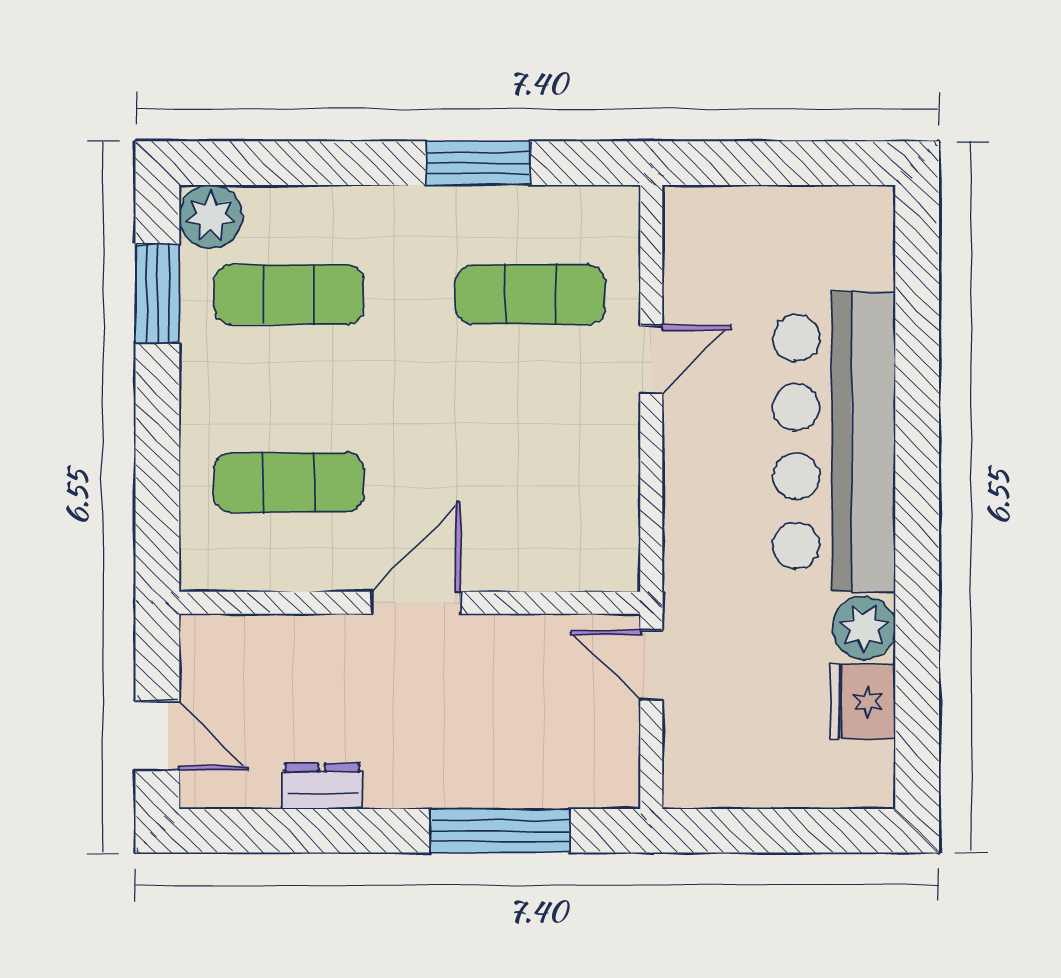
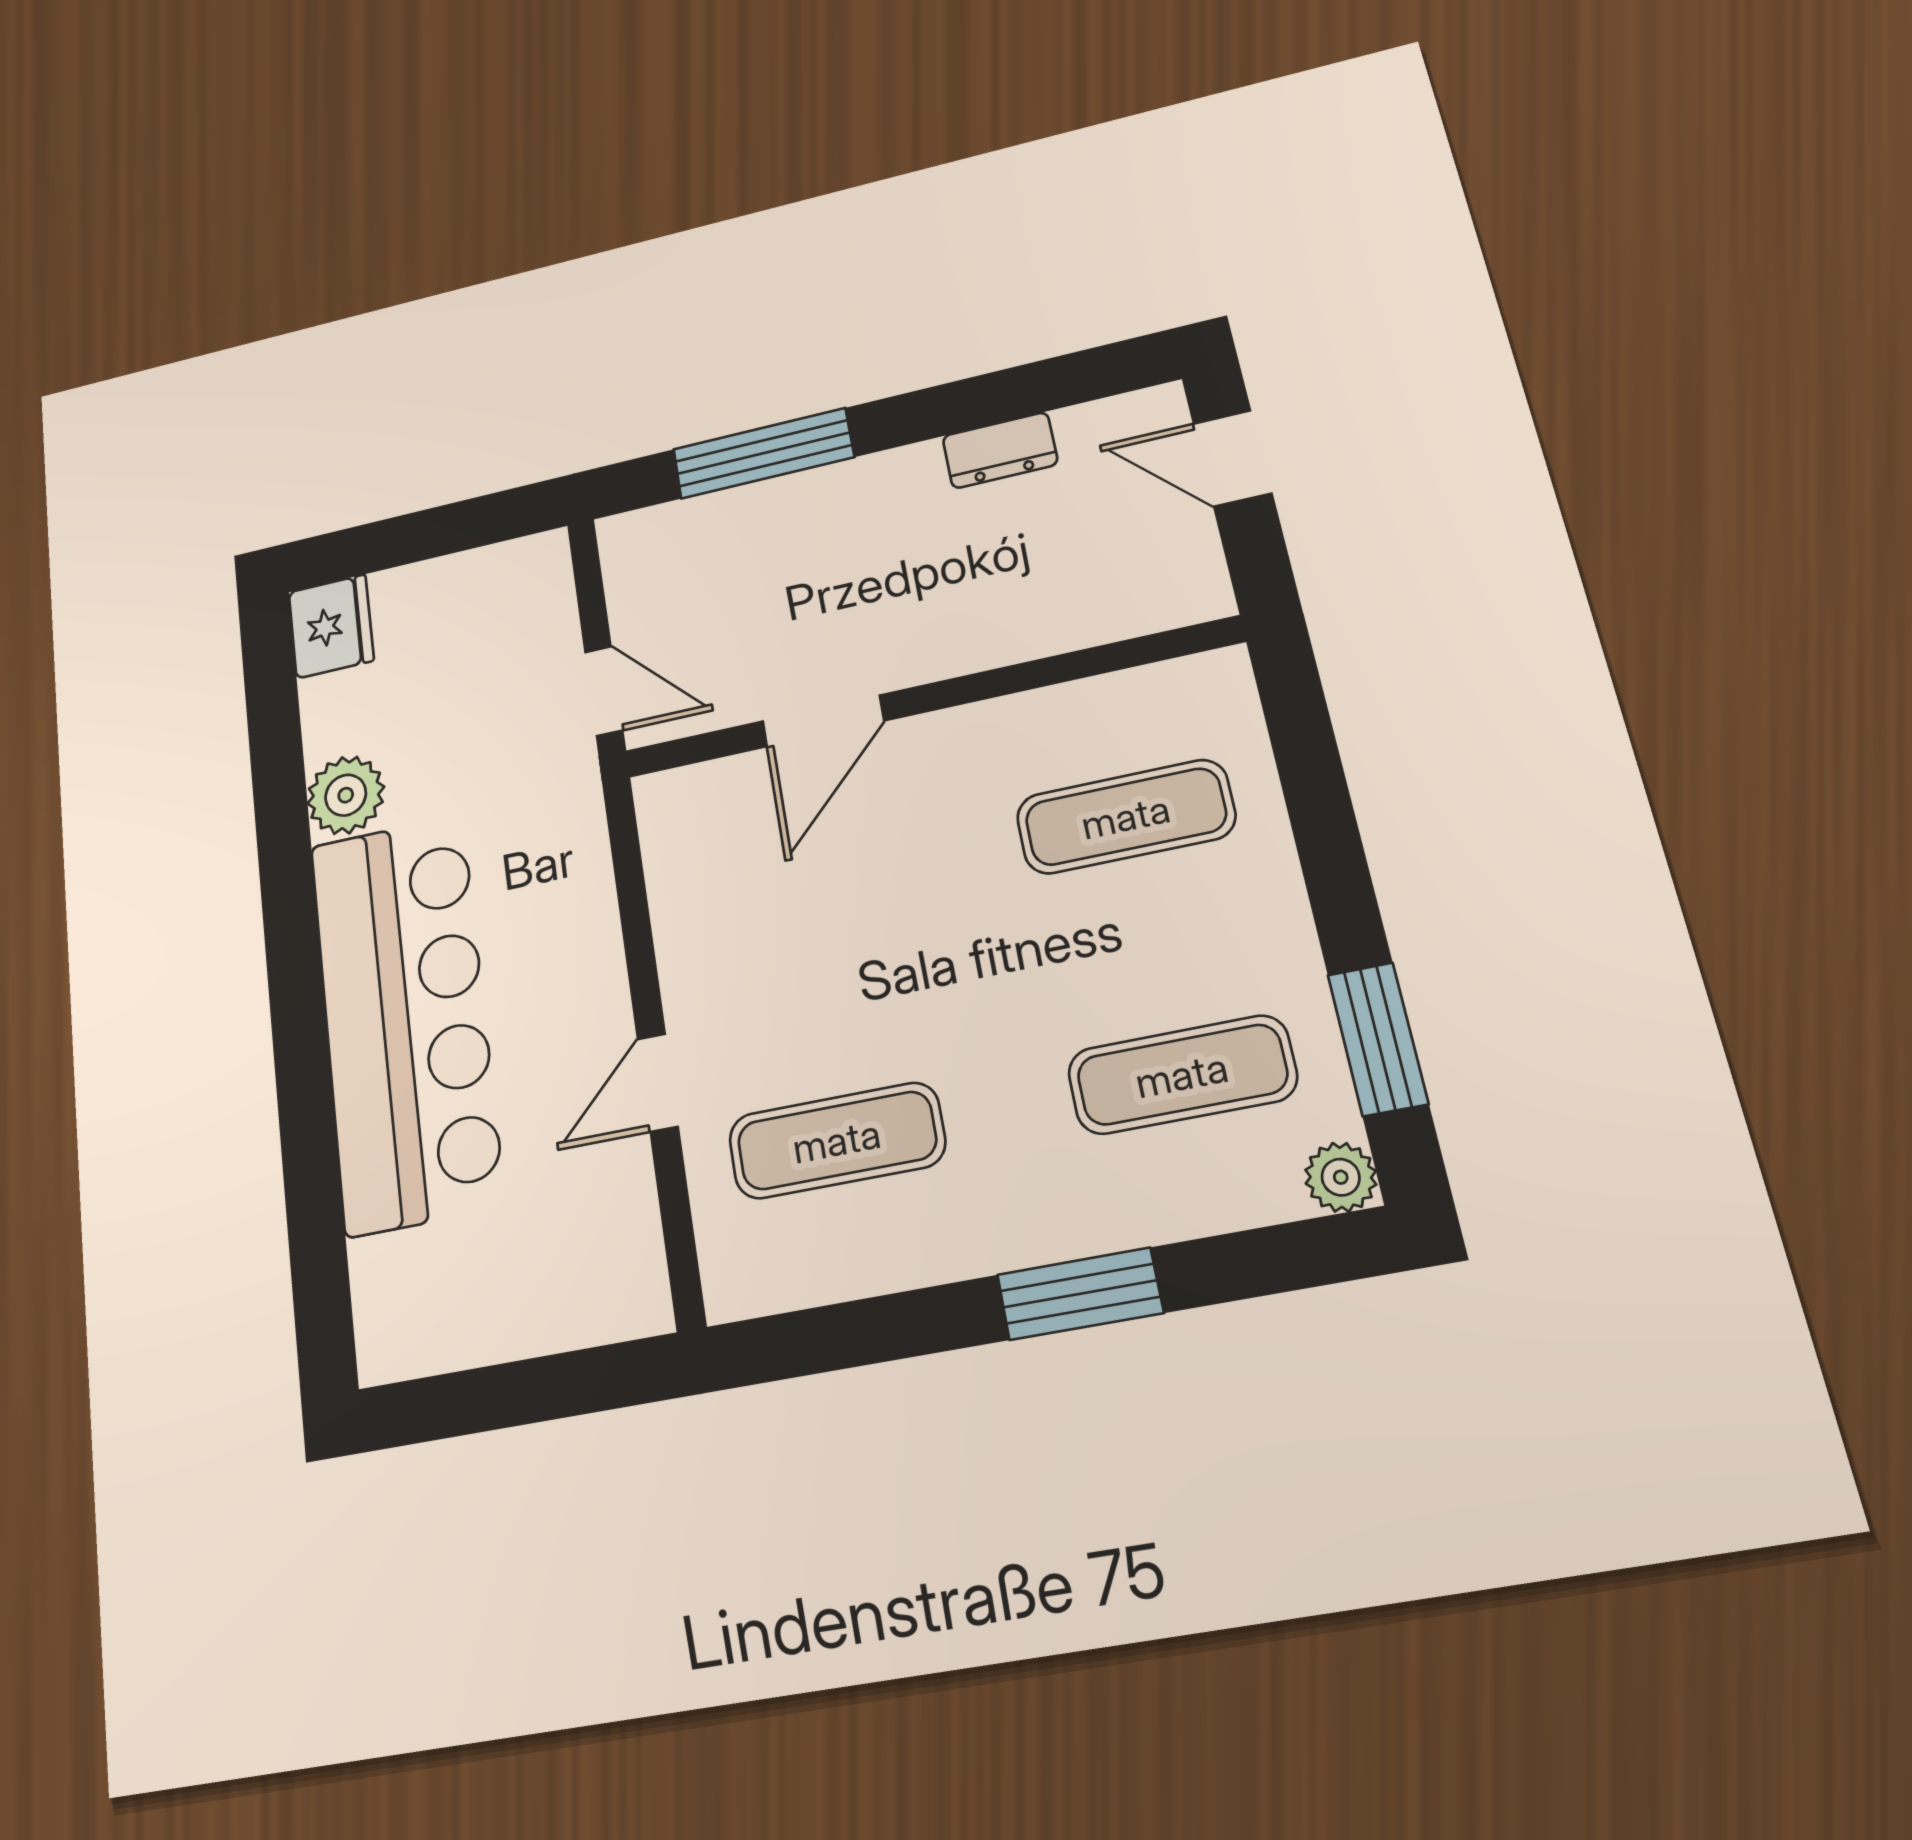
window: (478, 163) -> (1080, 1294), moved
plant: (211, 217) -> (1341, 1177), width x0.73, depth x0.73
door: (416, 603) -> (823, 721), moved
fridge: (863, 702) -> (331, 626), moved

